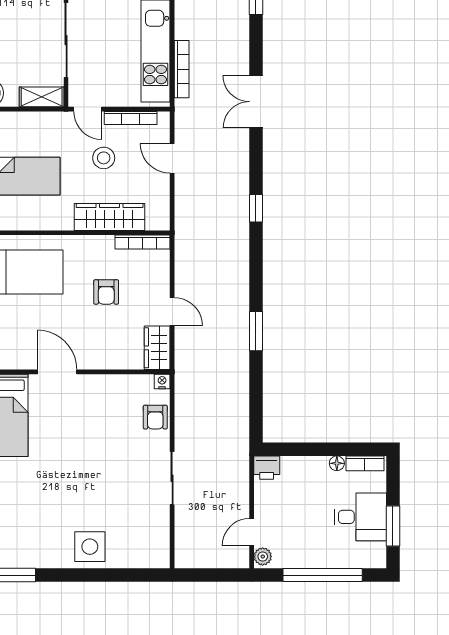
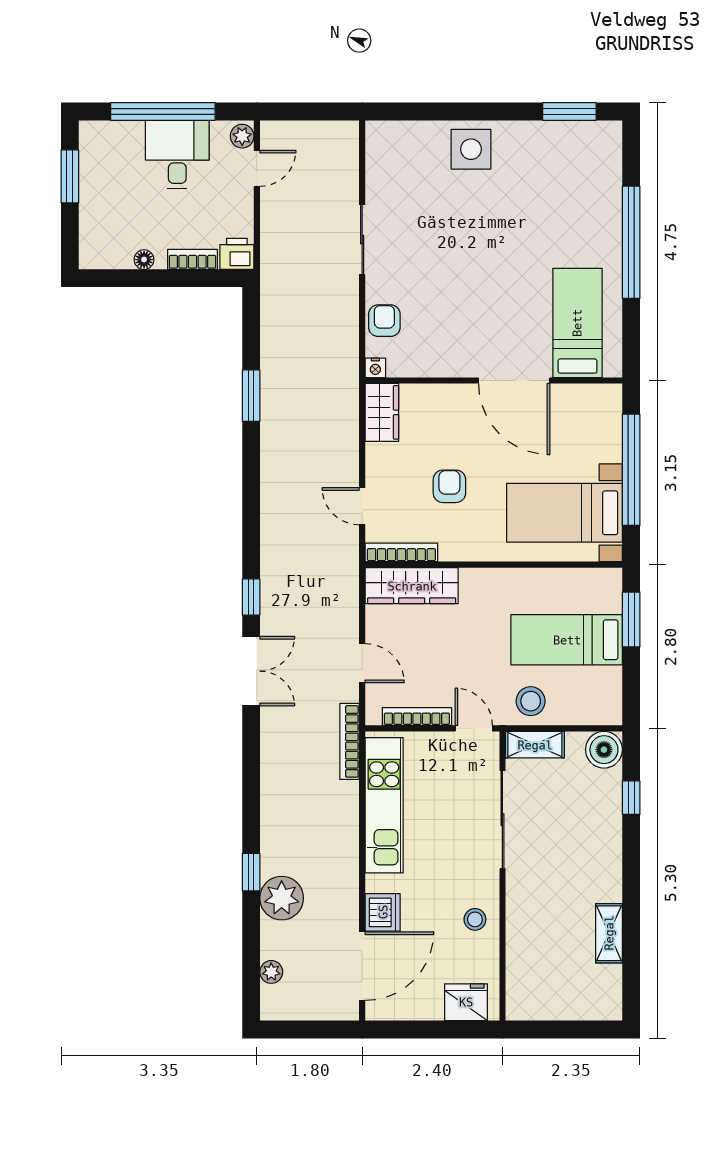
bookcase: (182, 69) -> (350, 741), moved
double door: (256, 102) -> (251, 671), moved
stool: (104, 158) -> (531, 701), moved
wardrobe: (110, 217) -> (412, 586), moved
door: (172, 312) -> (362, 506), moved
window: (256, 331) -> (251, 396), moved
door: (57, 372) -> (514, 380), width x1.36
bookcase: (365, 463) -> (193, 259), moved
desk: (360, 517) -> (177, 155), moved, turned 90

